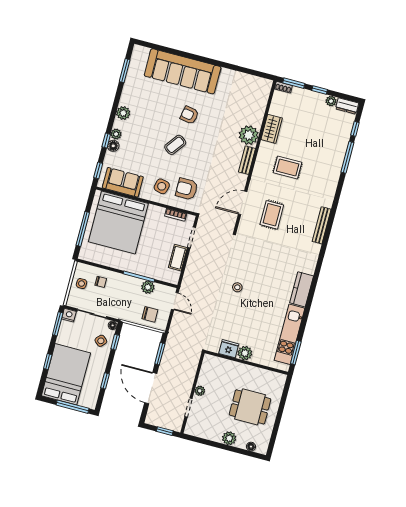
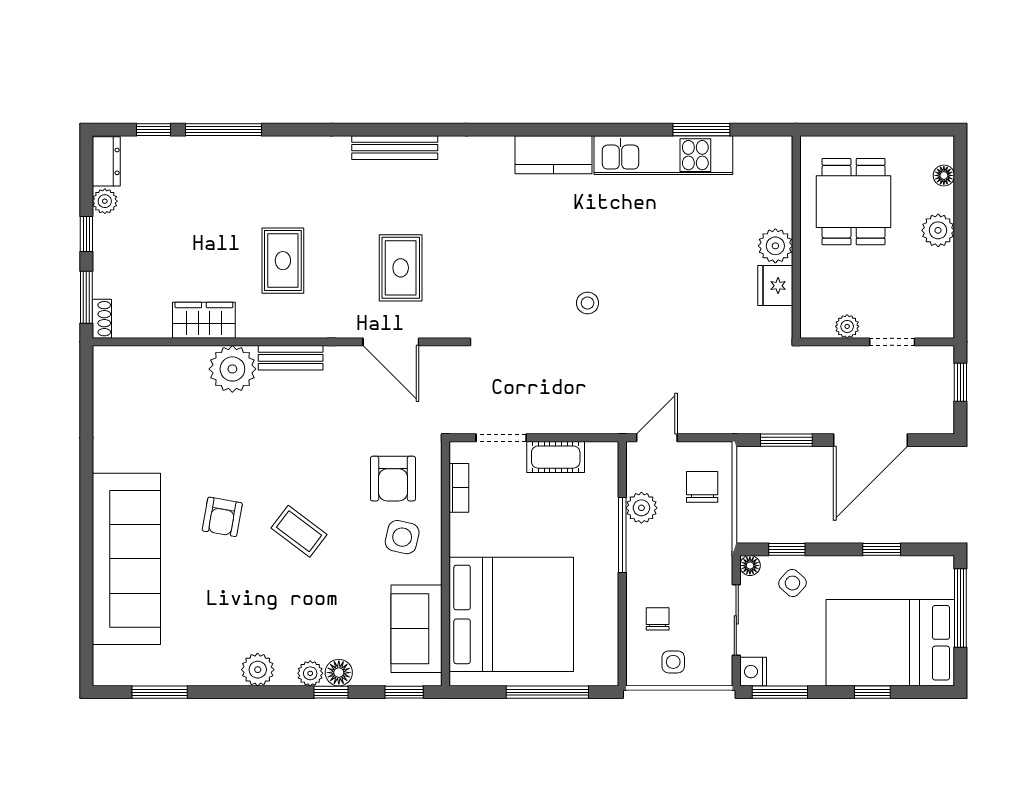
rug: (272, 215) -> (401, 268), turned 90
fridge: (229, 349) -> (775, 286), moved
plant: (245, 353) -> (775, 246), moved
wall: (246, 362) -> (796, 237), moved

